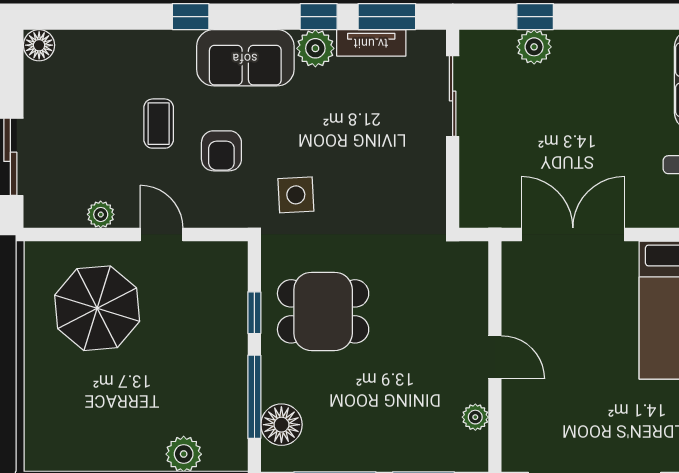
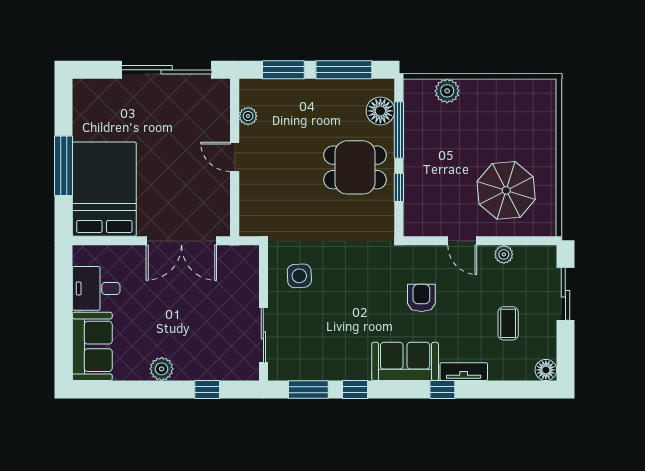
tv unit: (371, 43) -> (464, 372), moved
plant: (534, 47) -> (162, 369), moved
plant: (315, 48) -> (357, 368), removed
coffee table: (159, 124) -> (508, 323), moved
side table: (296, 195) -> (299, 276), moved
dining table: (323, 311) -> (355, 167), moved

